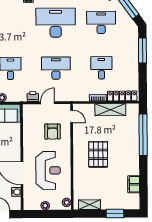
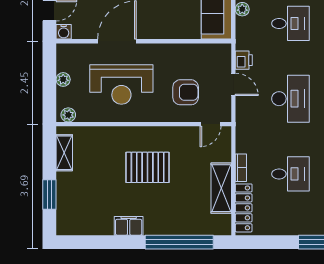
armchair: (52, 132) -> (186, 92), turned 180
filing cabinet: (134, 184) -> (129, 226), moved
water cooler: (16, 192) -> (64, 32), moved

